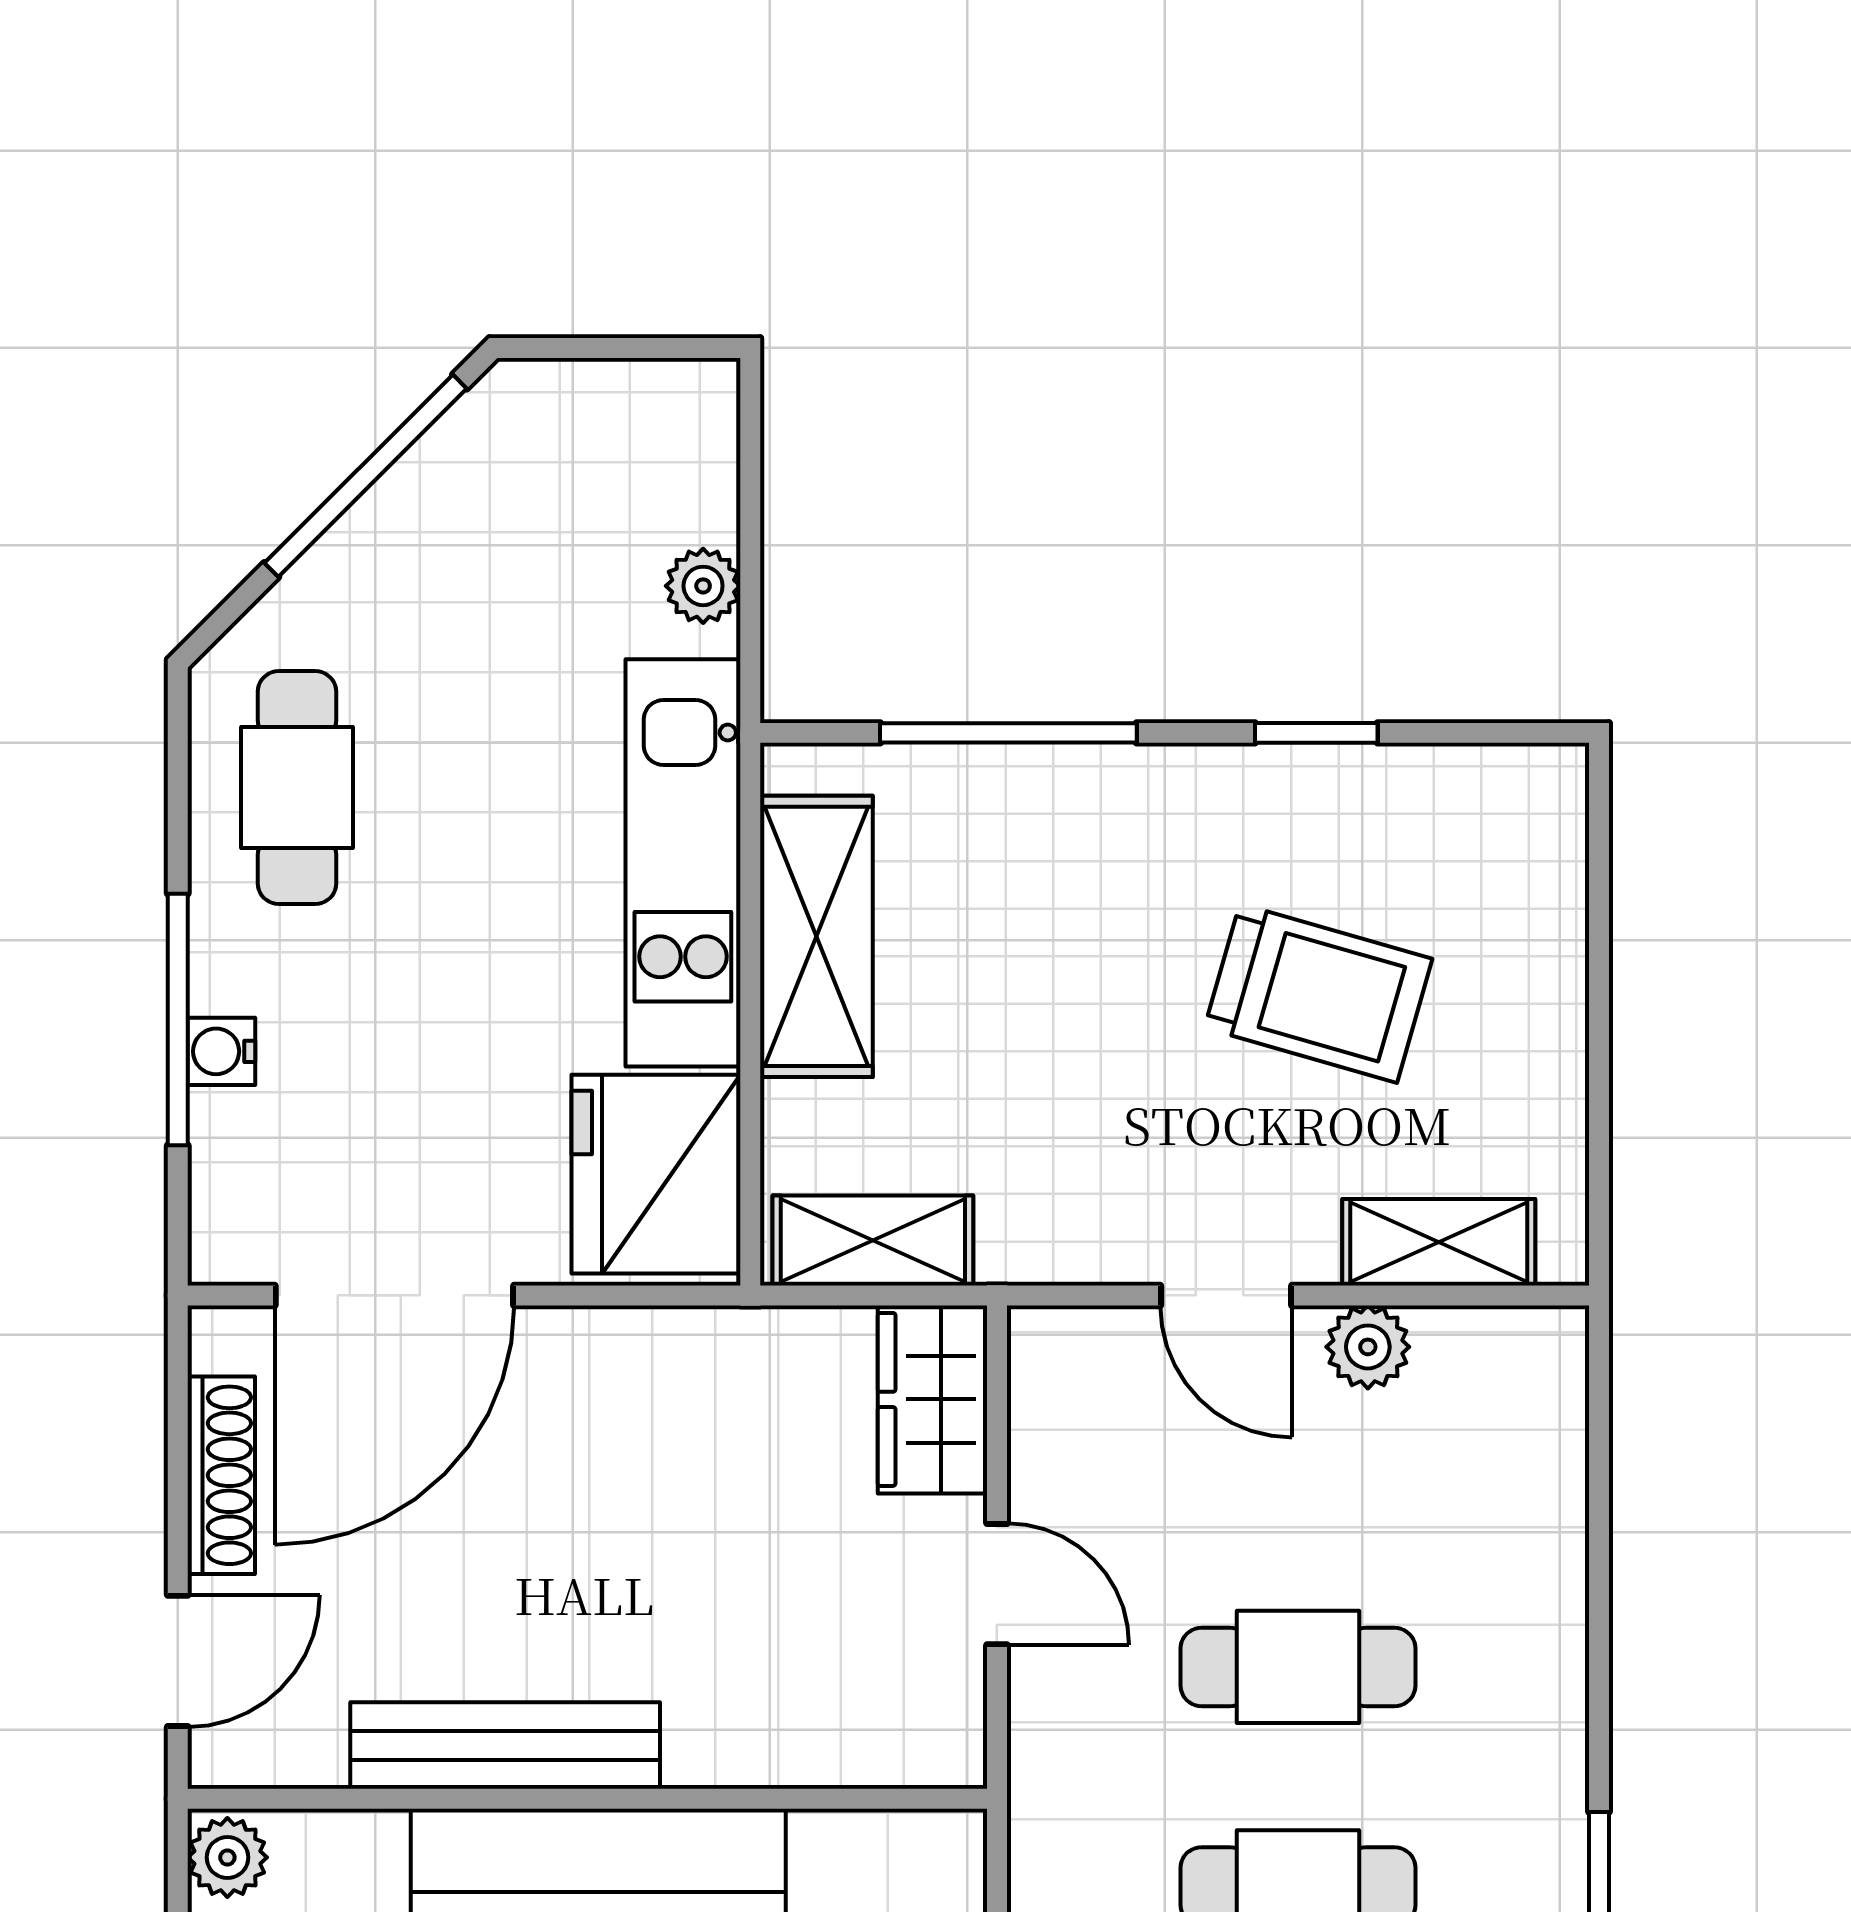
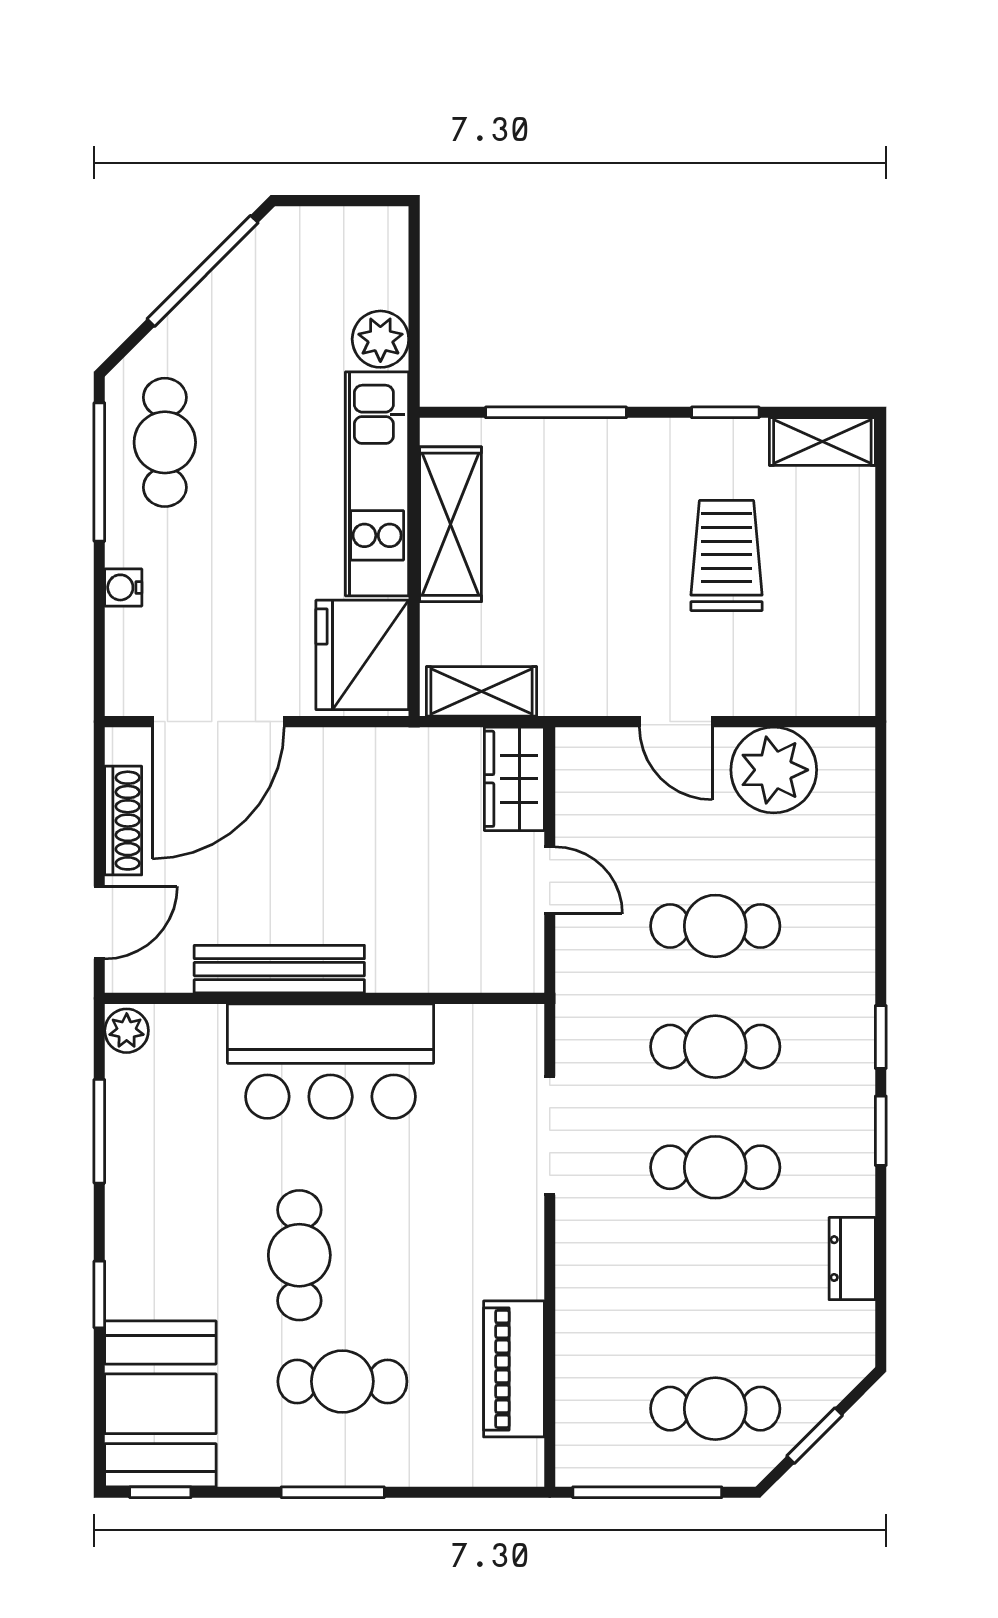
plant: (703, 586) -> (380, 339), width x1.38, depth x1.38
trolley: (1318, 993) -> (726, 556), turned -106
window: (178, 1019) -> (99, 472), moved
shelving: (1439, 1242) -> (822, 442), moved
plant: (1368, 1347) -> (774, 770), width x1.87, depth x1.87

